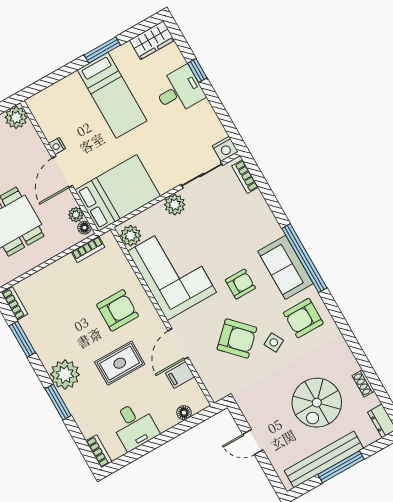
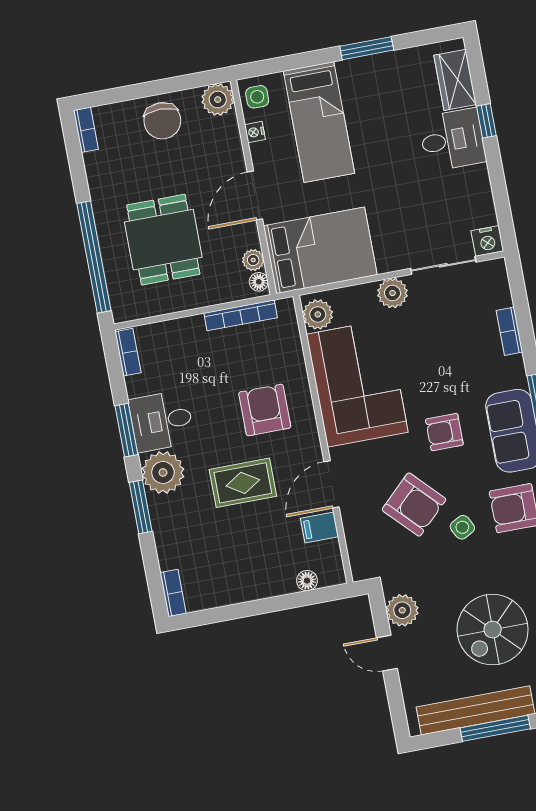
wardrobe: (152, 40) -> (455, 80), moved, turned 90
bed: (112, 95) -> (319, 122), moved
side table: (41, 107) -> (257, 97), added
nightstand: (57, 146) -> (255, 132), moved
bookcase: (245, 177) -> (509, 331), moved
bookcase: (88, 249) -> (241, 315), width x1.56
armchair: (240, 284) -> (444, 432), turned 180
armchair: (118, 310) -> (265, 410), turned -90
window: (22, 339) -> (126, 430), moved
plant: (253, 411) -> (402, 610), added
desk: (134, 426) -> (162, 421), moved, turned 90

